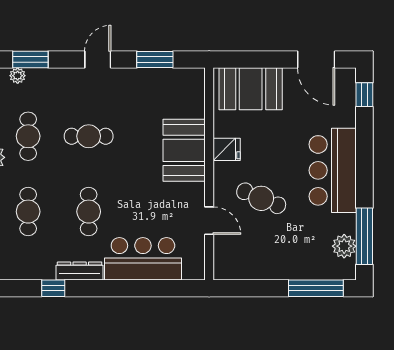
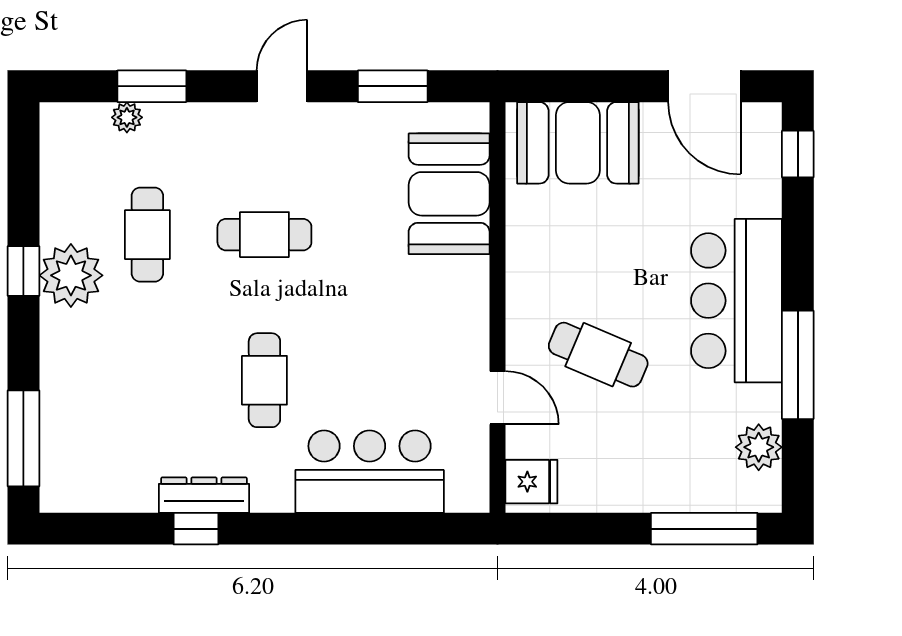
fridge: (227, 149) -> (531, 482), moved
booth: (184, 150) -> (449, 194), moved
cafe table: (28, 212) -> (147, 380), removed
window: (364, 236) -> (798, 365), moved
dresser: (80, 271) -> (204, 495), moved

